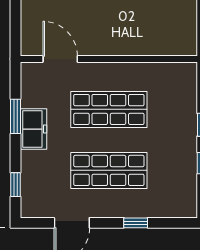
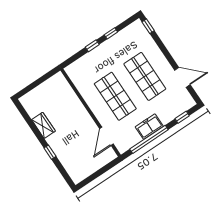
window: (16, 116) -> (149, 139), width x2.11
window: (136, 223) -> (148, 26), moved

